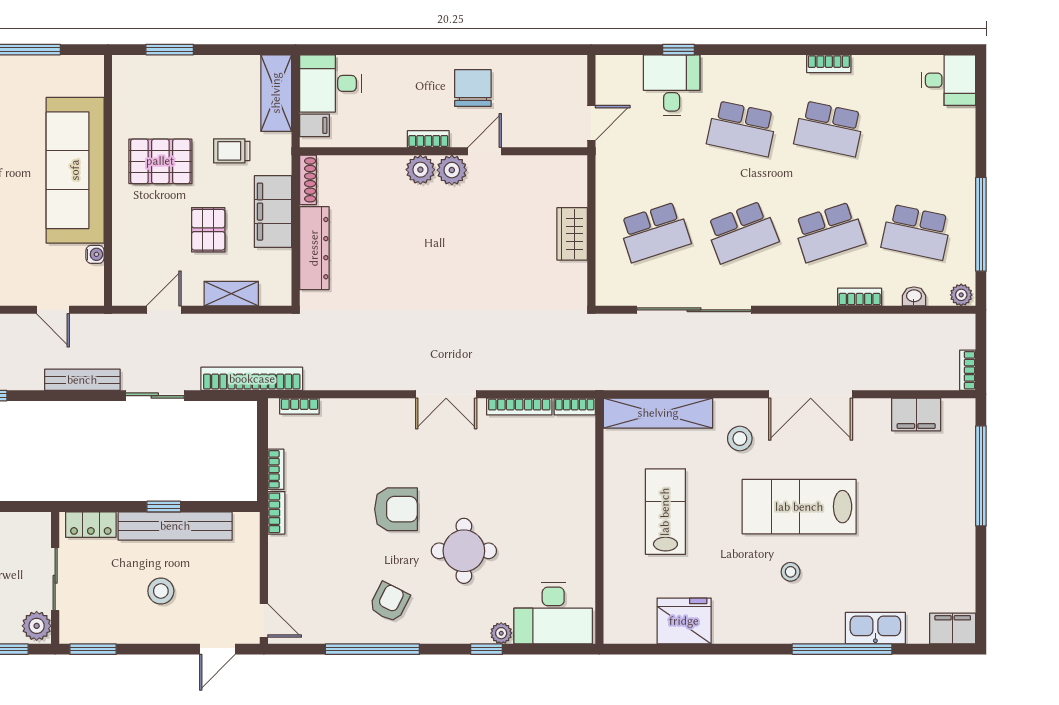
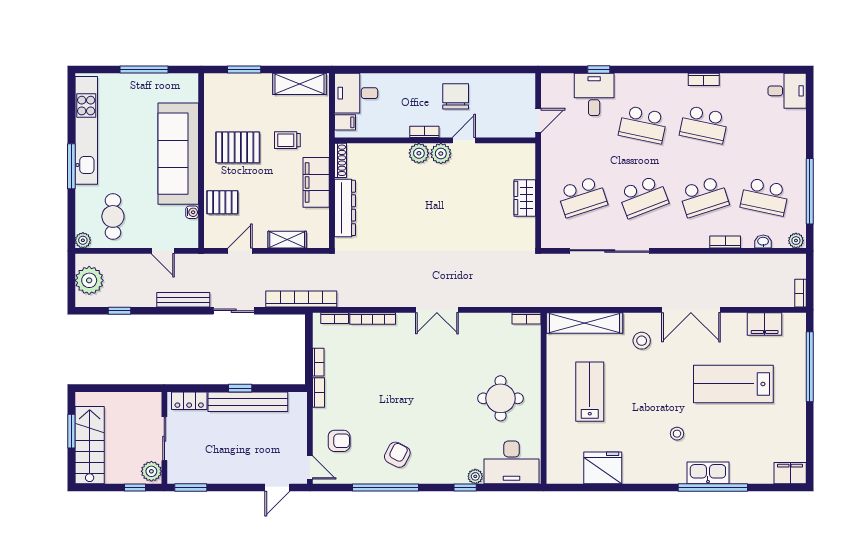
shelving: (276, 93) -> (299, 84), moved, turned 90
pallet: (208, 230) -> (222, 202), moved, turned 90
bookcase: (519, 407) -> (373, 318), moved
lab bench: (799, 507) -> (733, 384), moved
armchair: (396, 509) -> (339, 441), moved, width x0.72, depth x0.72
round table: (464, 551) -> (501, 398), moved
stool: (161, 591) -> (238, 447), removed
kitchen sink: (875, 628) -> (708, 473), moved

